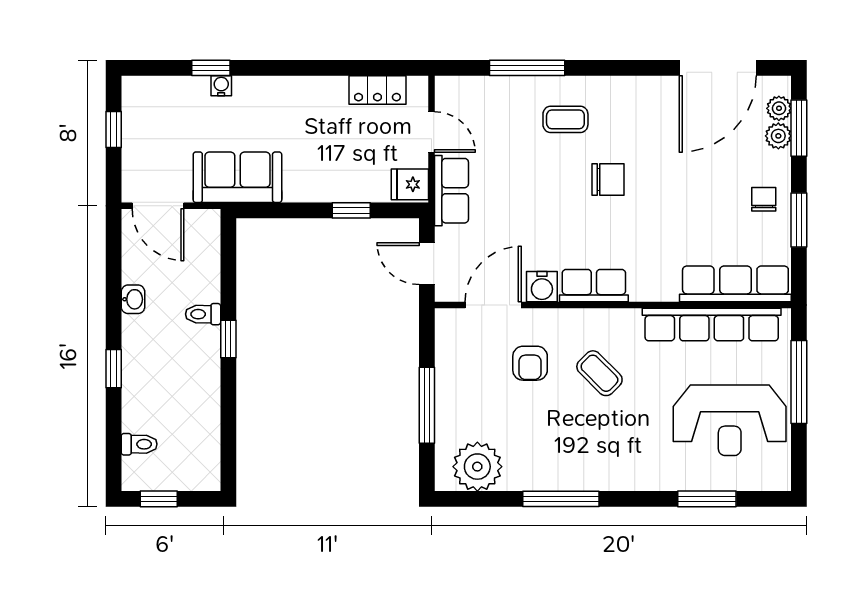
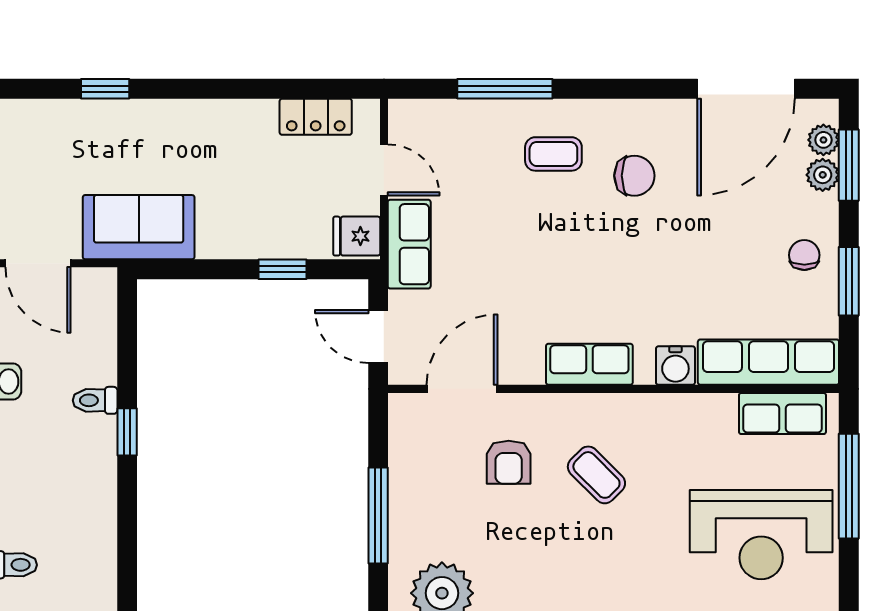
water cooler: (221, 86) -> (118, 111), removed
chair: (608, 180) -> (634, 176), moved
water cooler: (542, 287) -> (675, 366), moved
row of seats: (712, 325) -> (782, 413), width x0.50

